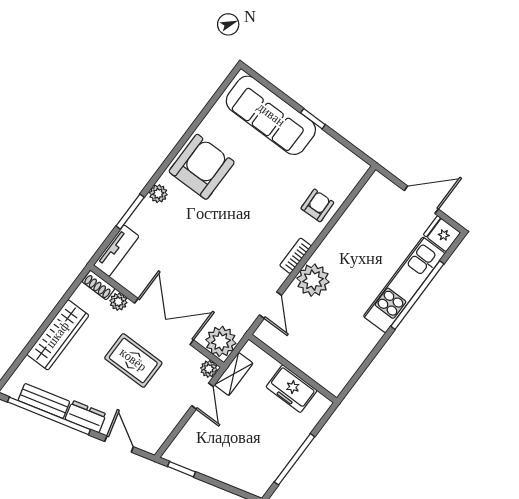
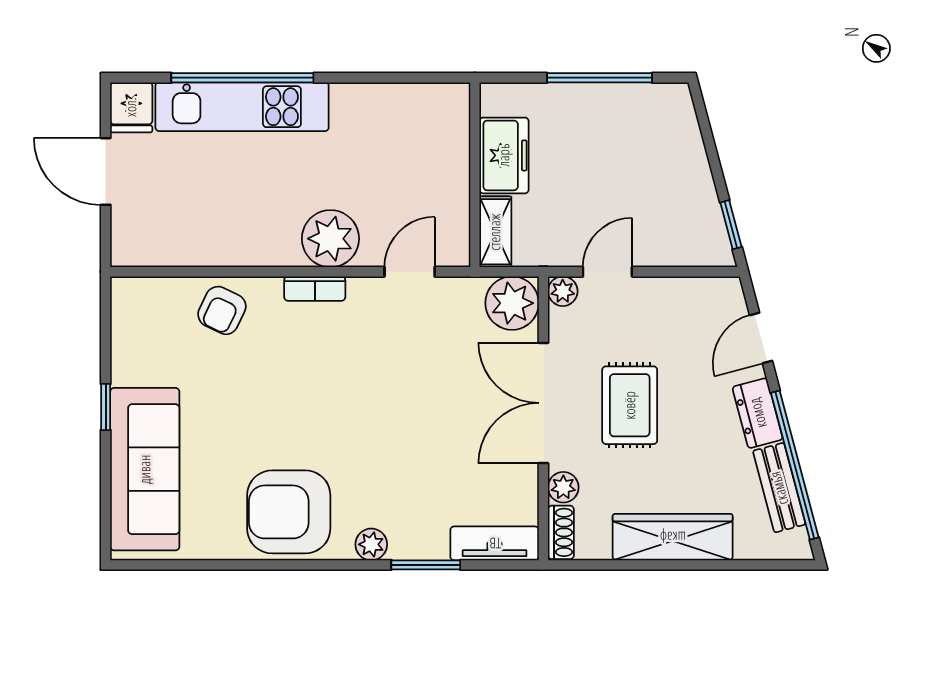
armchair: (317, 205) -> (222, 310), turned -62
shelving: (234, 374) -> (495, 232), moved, turned 90

